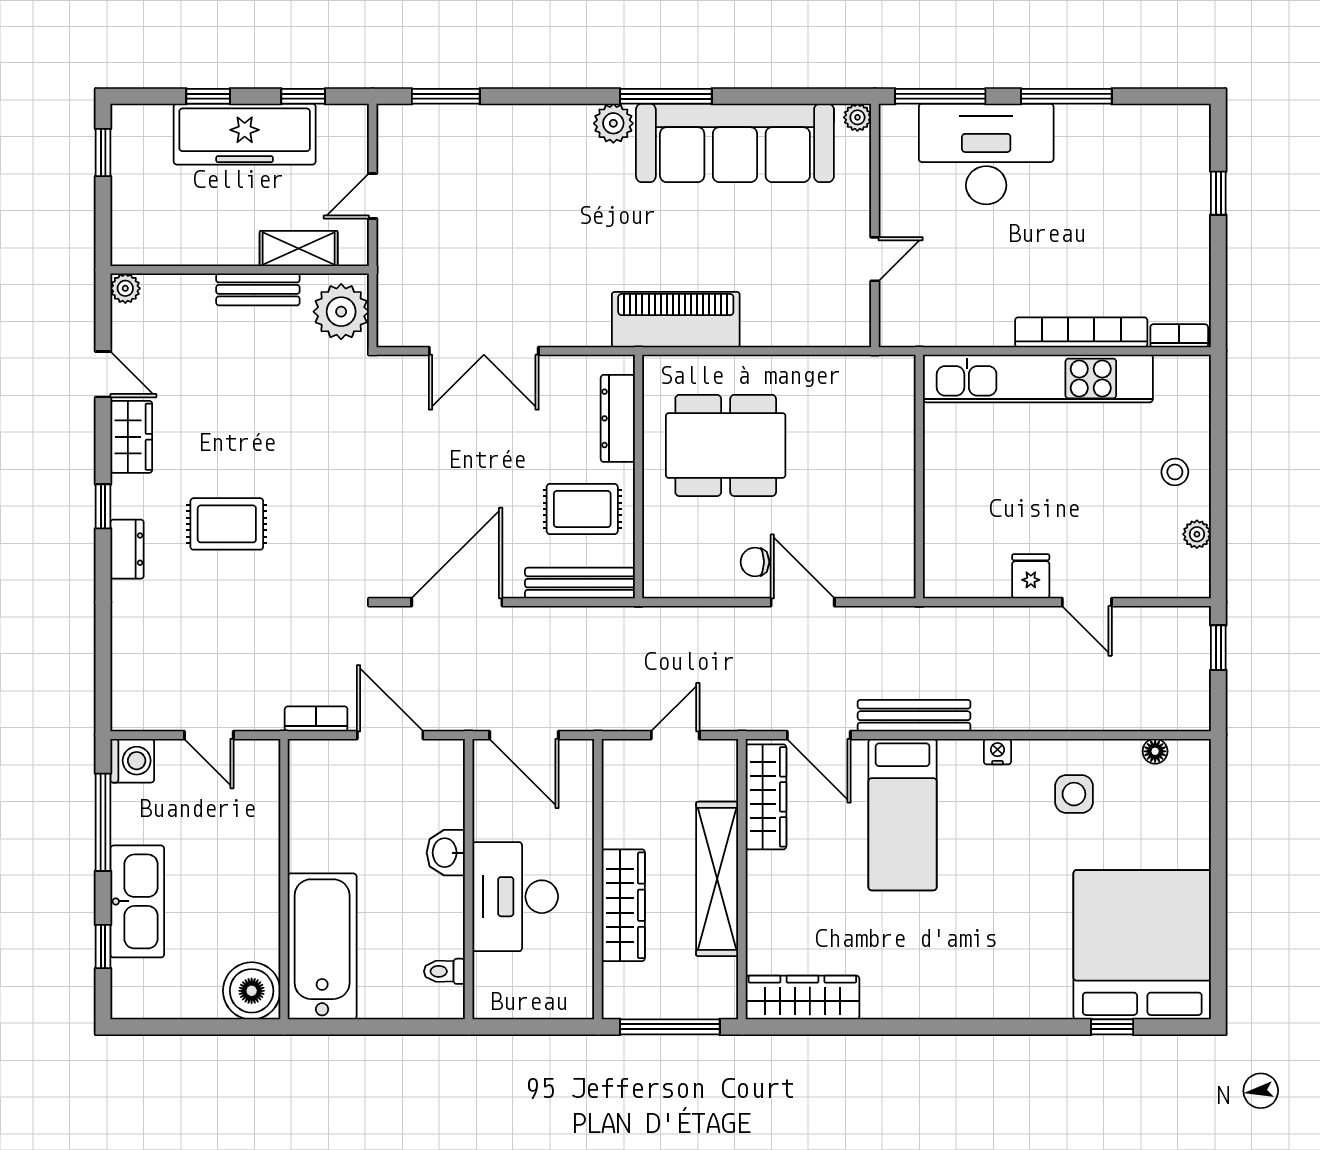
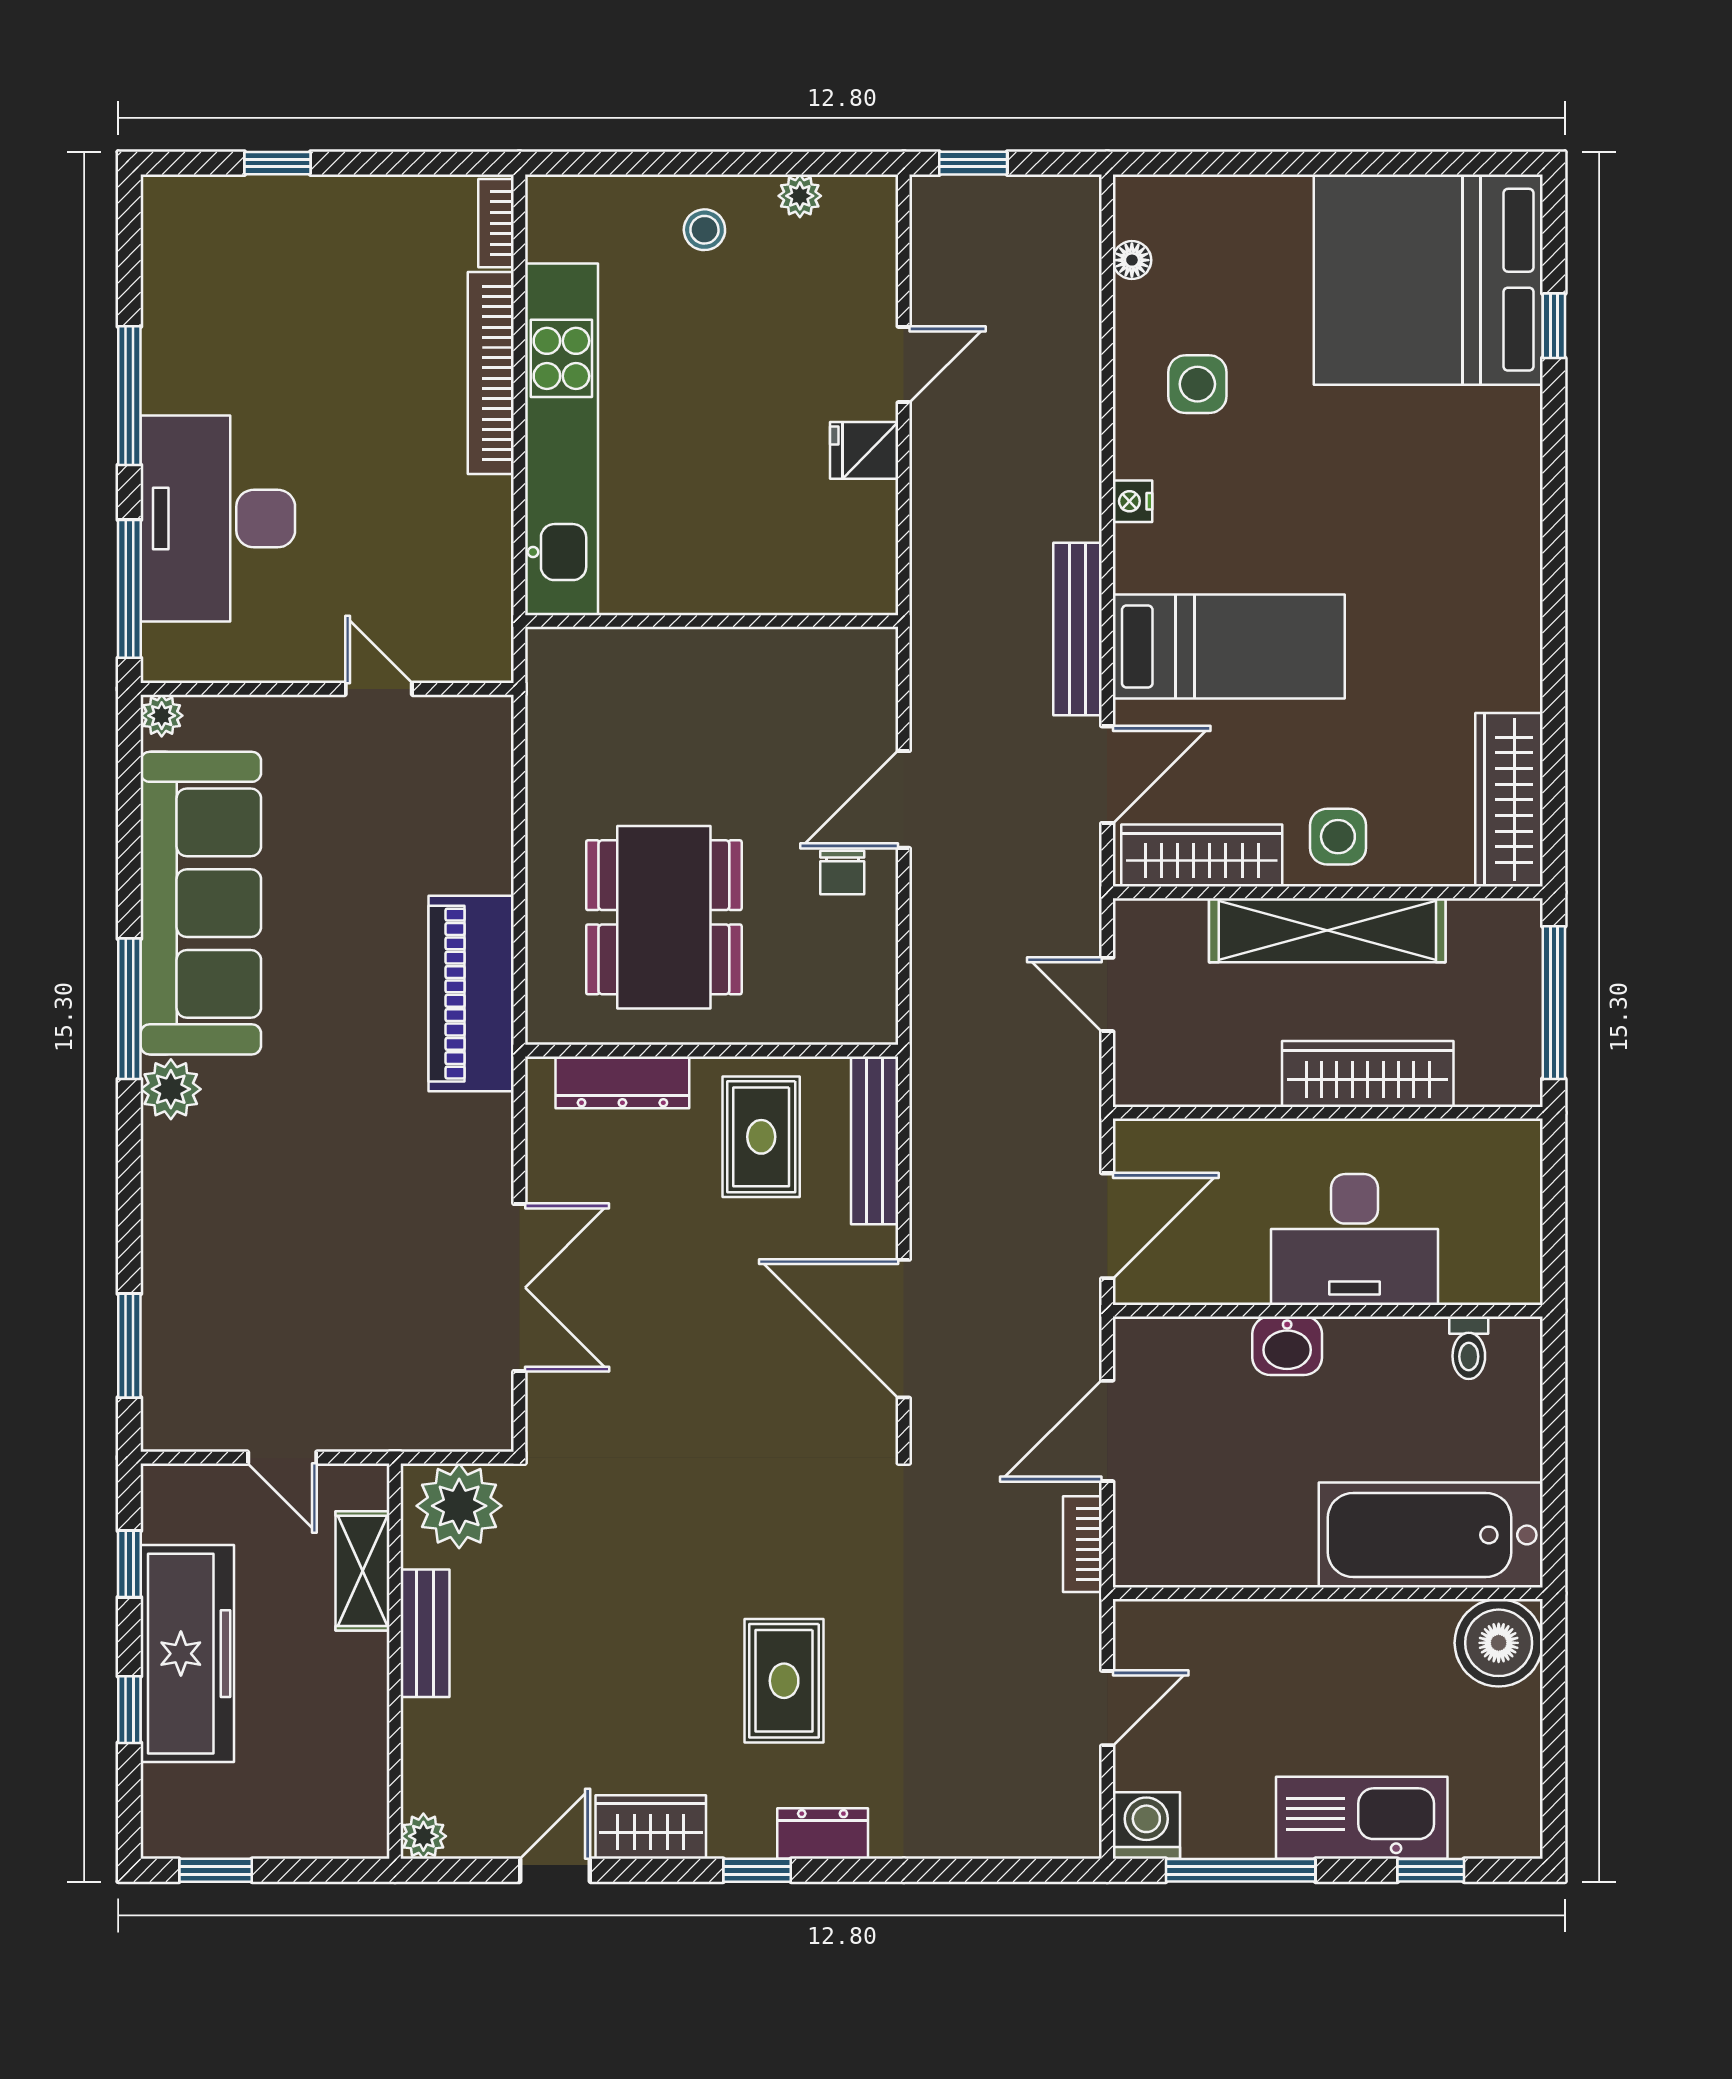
side table: (778, 886) -> (1338, 837), added

